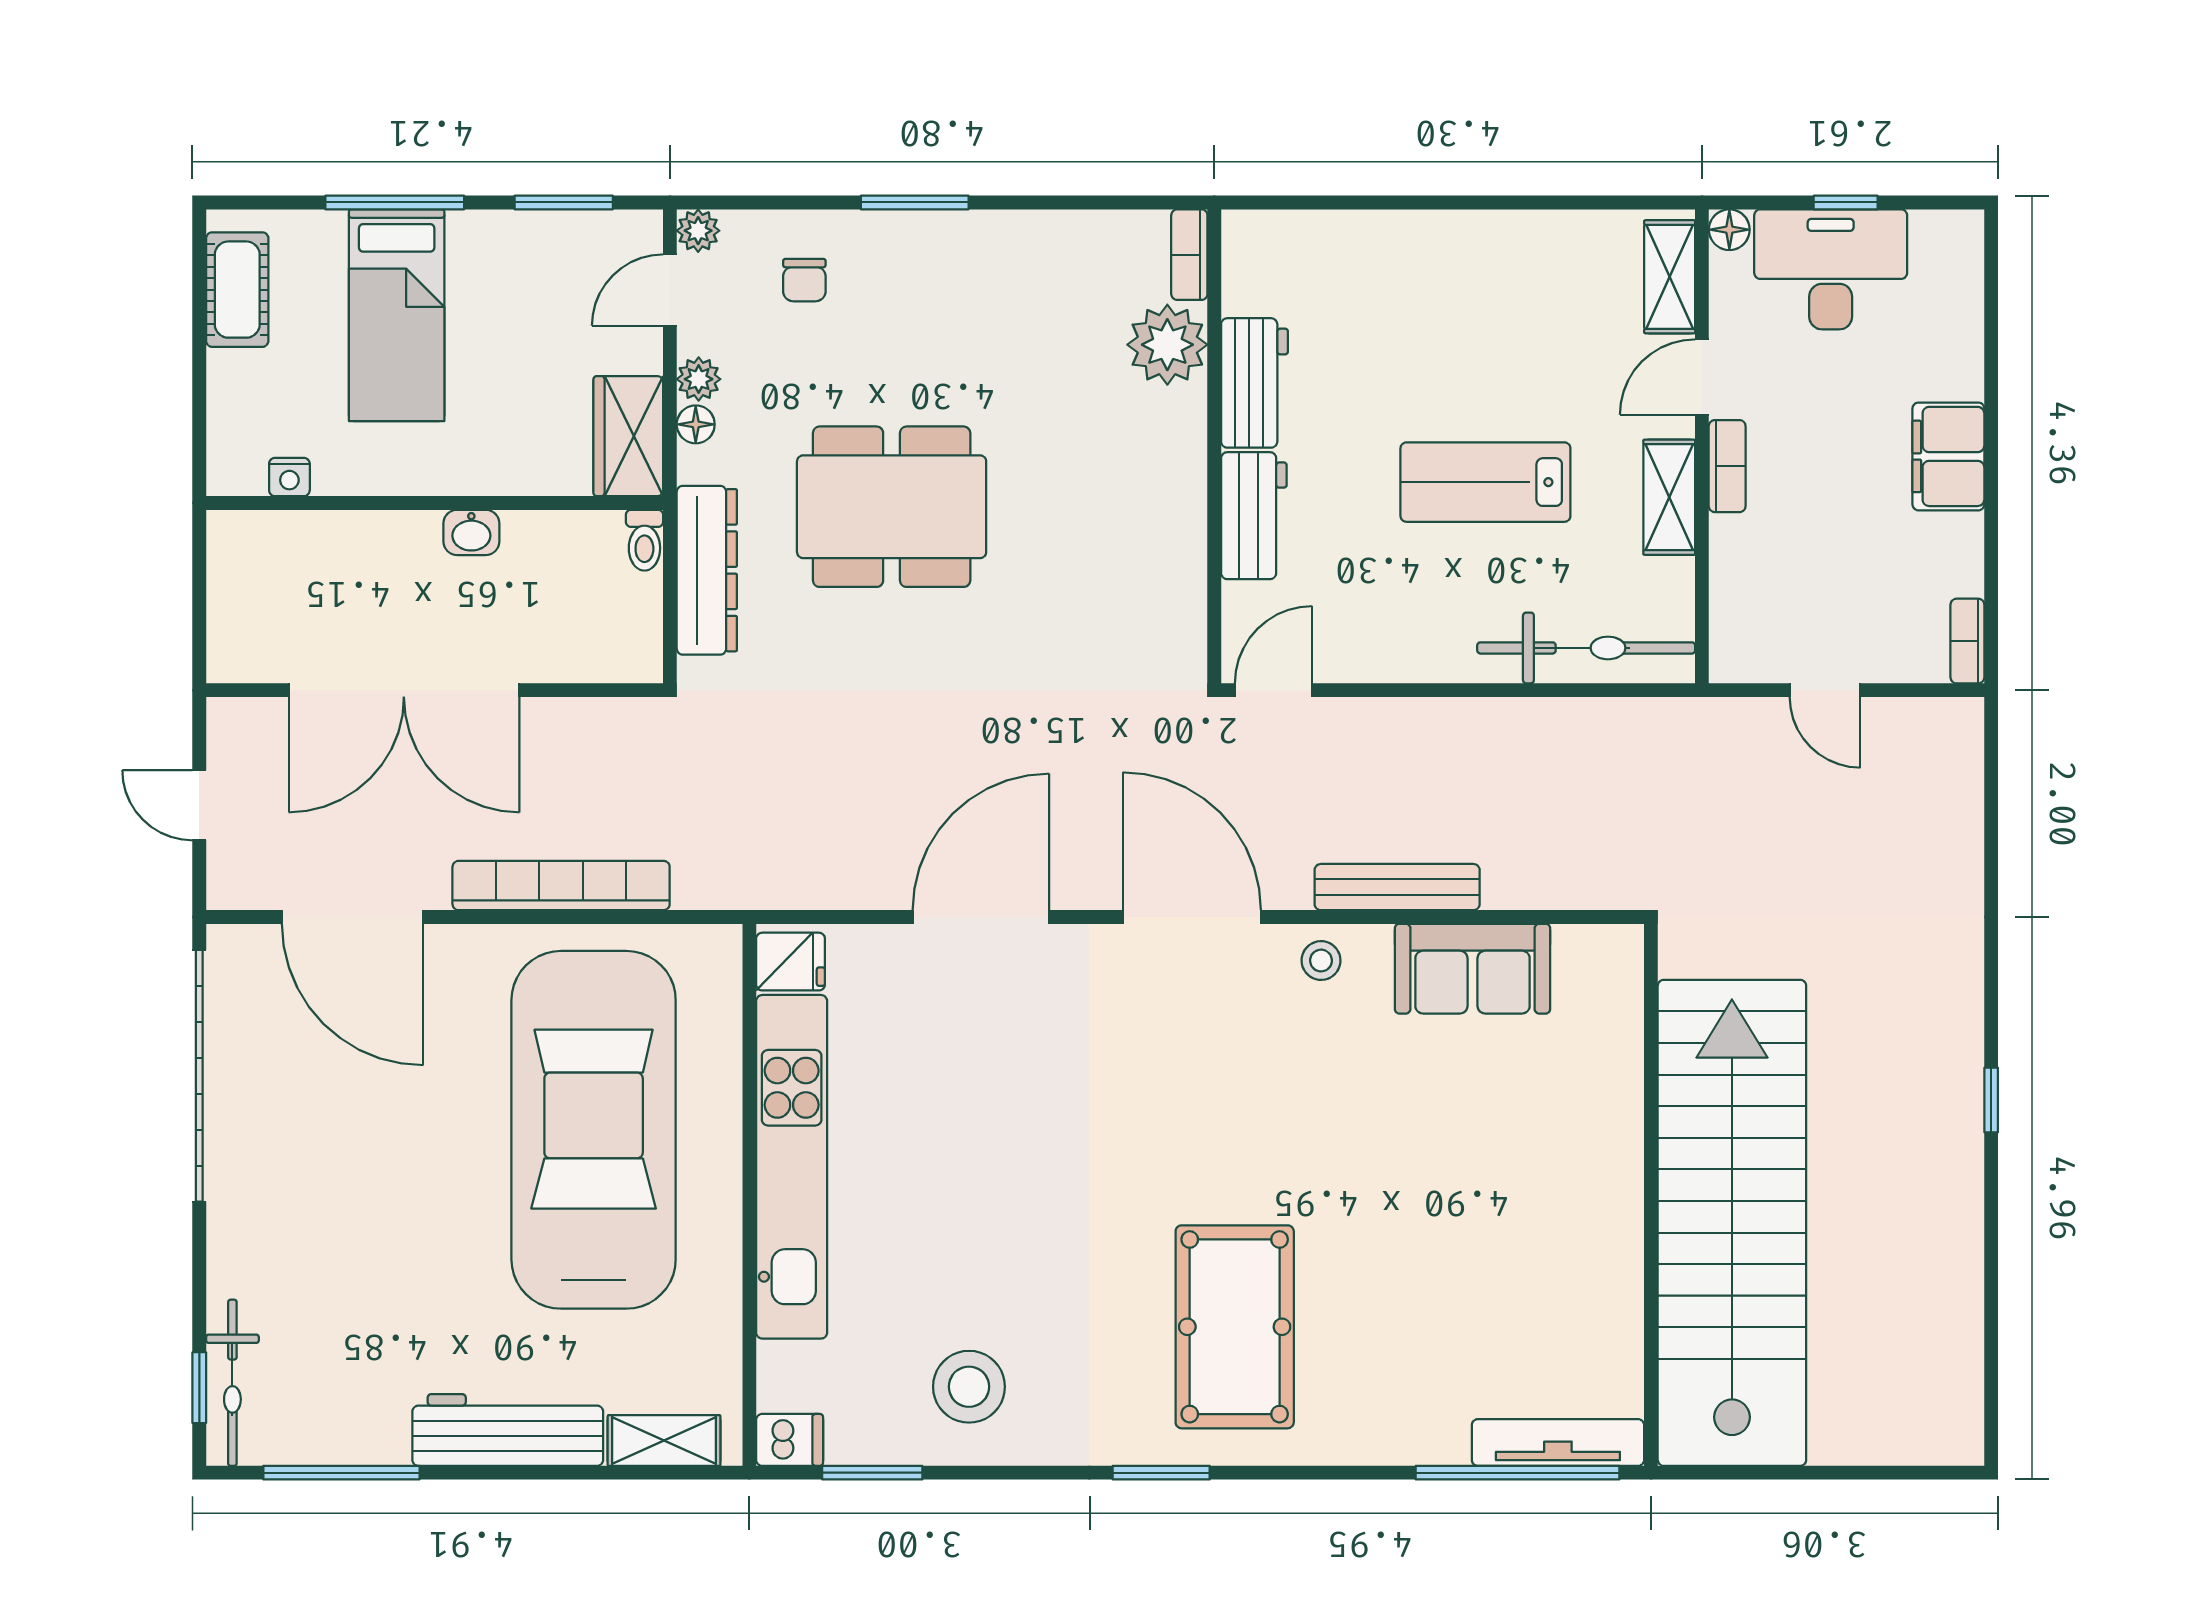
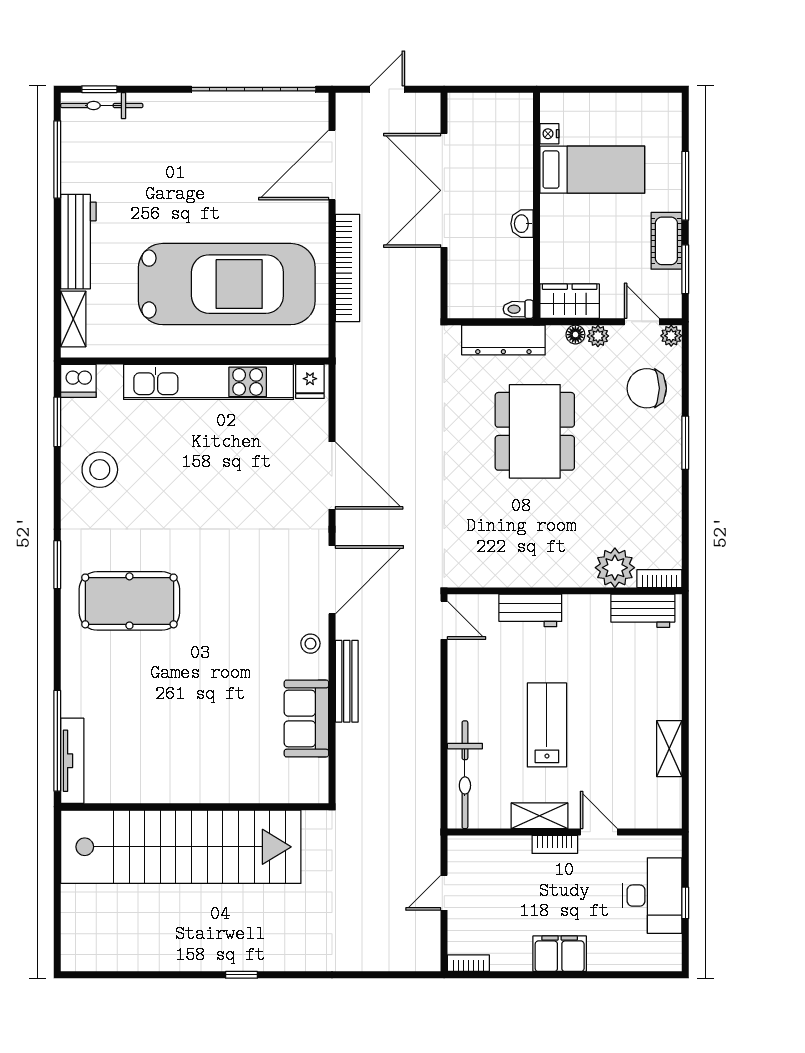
floor lamp: (1729, 230) -> (672, 845), removed
shelving: (1670, 277) -> (669, 749), moved, turned 90
chair: (804, 280) -> (647, 388), width x1.87, depth x1.87
cot: (237, 290) -> (666, 241), moved, turned 90
bed: (397, 315) -> (592, 170), moved, turned 180
workbench: (1255, 383) -> (643, 611), moved
dishwasher: (790, 1440) -> (78, 381), width x1.38

